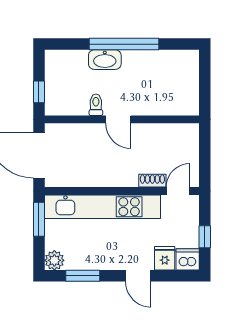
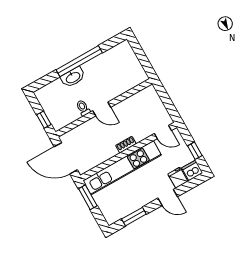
shoe rack: (152, 181) -> (126, 145), moved
door: (178, 191) -> (163, 132), swing flipped
plant: (54, 260) -> (111, 217), removed

